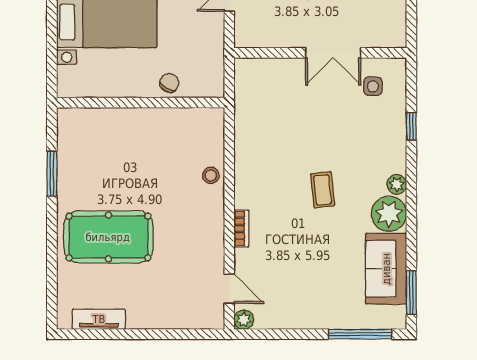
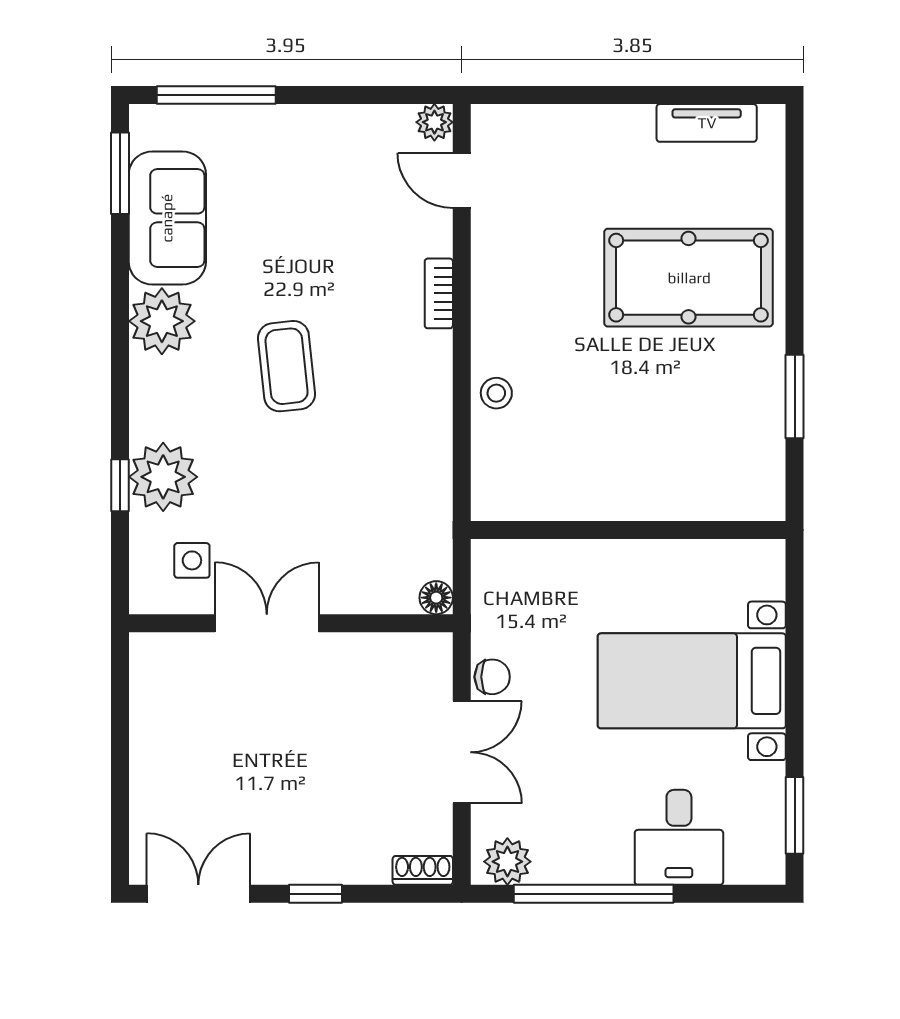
floor lamp: (243, 66) -> (436, 598), added
chair: (169, 83) -> (492, 677), moved, turned -119
plant: (397, 184) -> (163, 477), moved, width x1.88, depth x1.88
coffee table: (323, 190) -> (287, 366), width x1.36, depth x1.30

